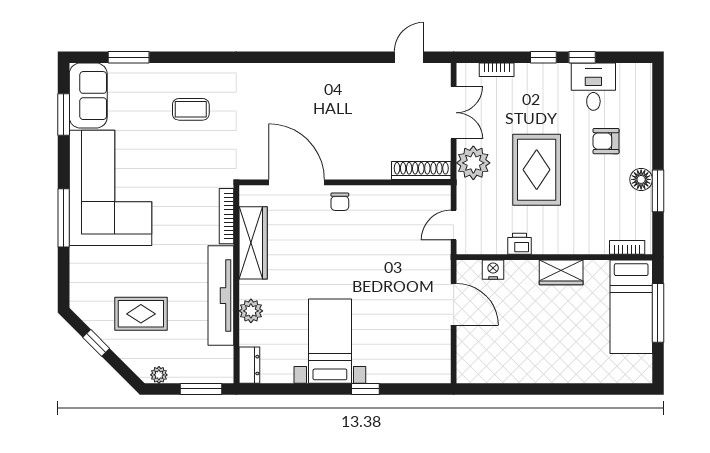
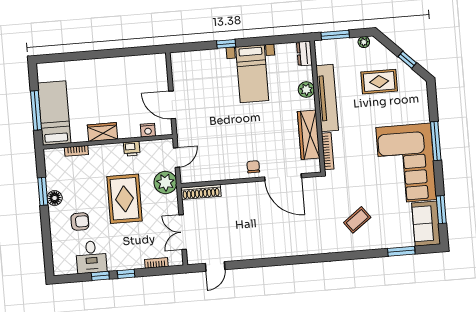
coffee table: (191, 109) -> (357, 220), turned -37
plant: (473, 163) -> (165, 182), moved
bookcase: (627, 247) -> (76, 151), moved

